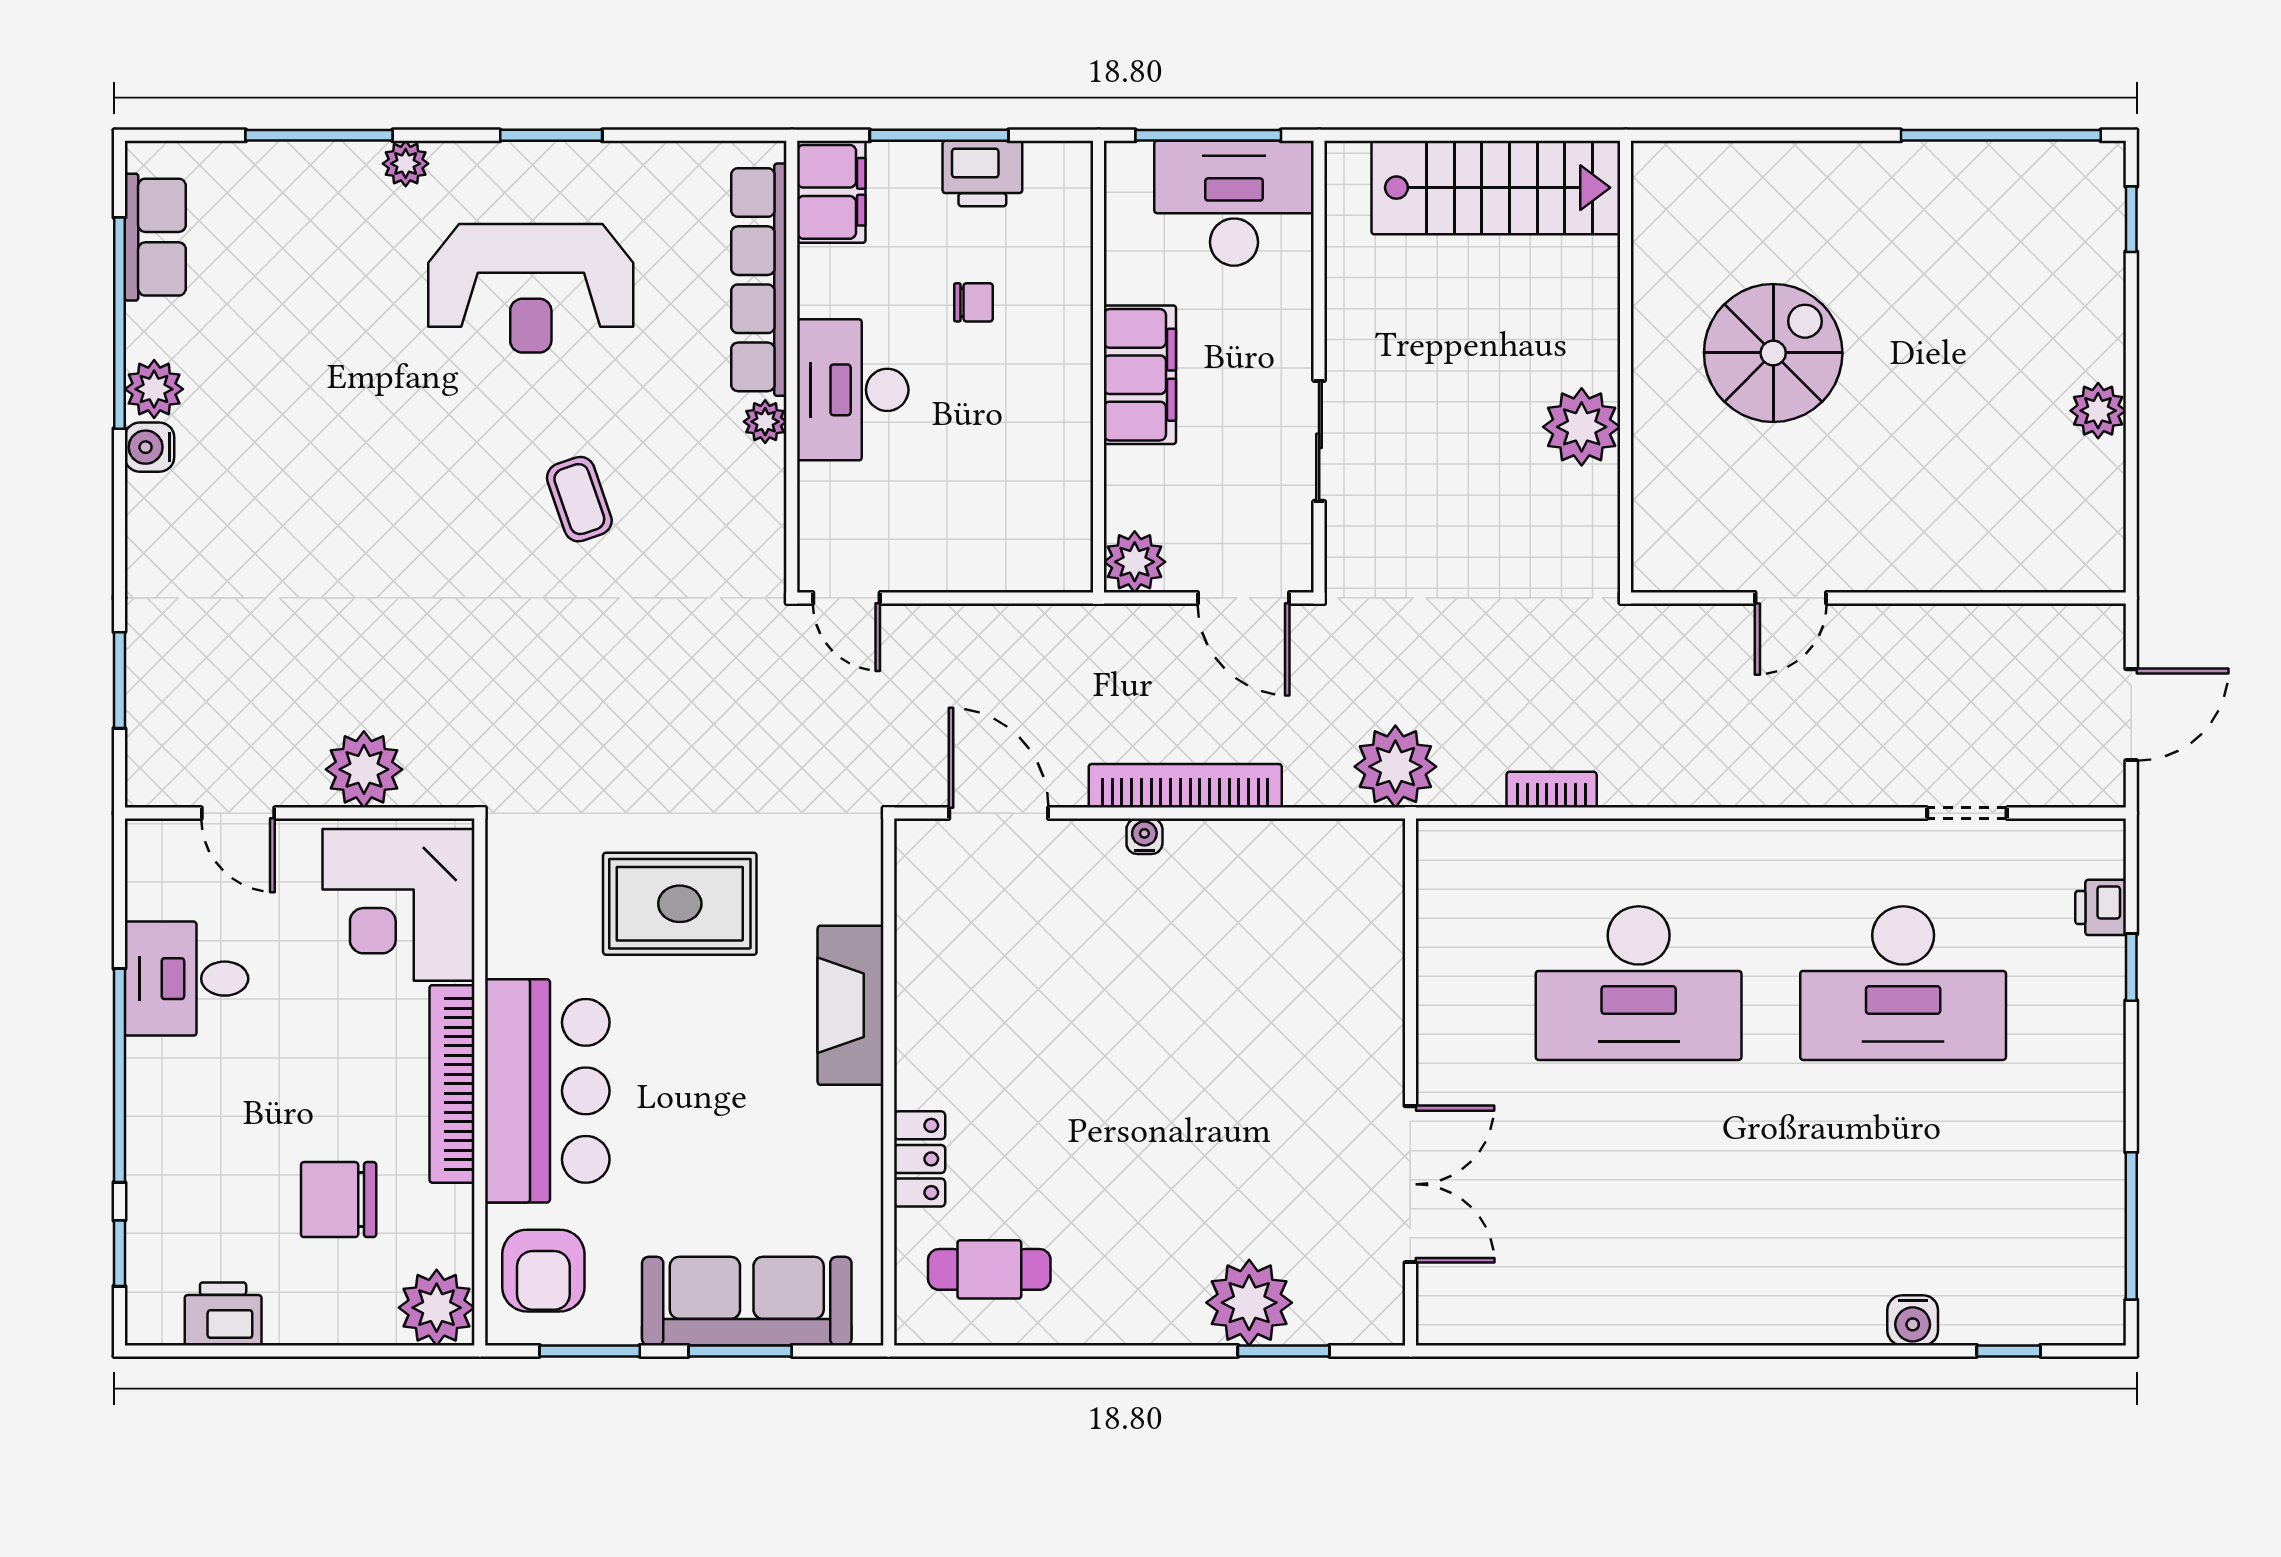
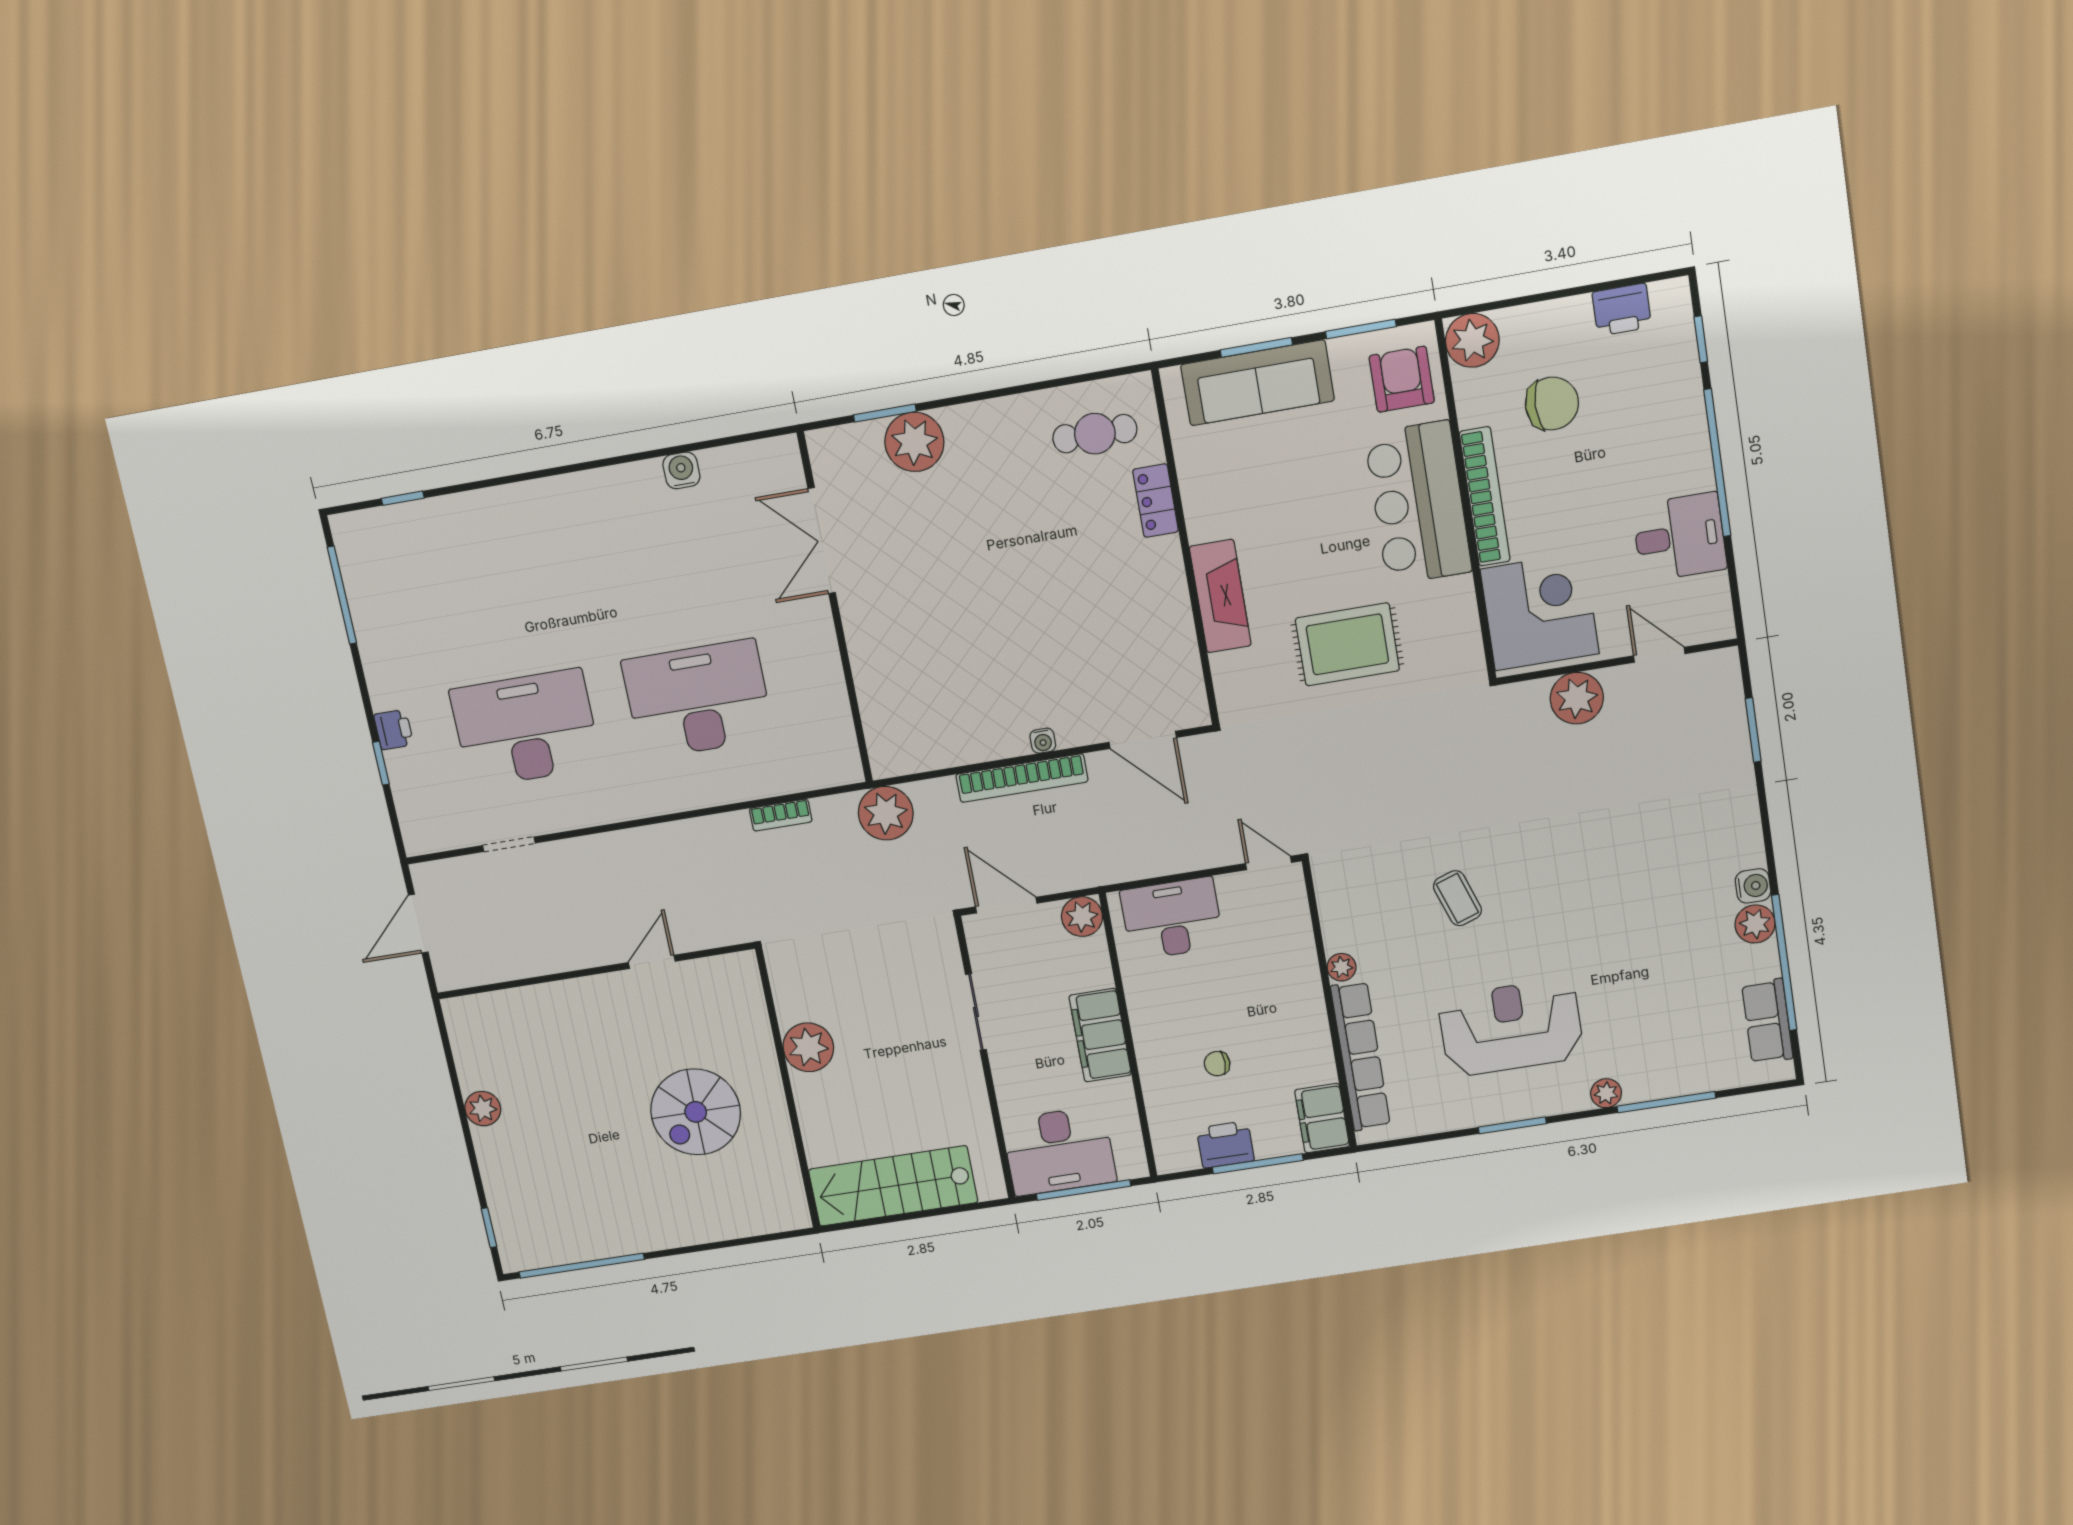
desk: (853, 390) -> (1172, 919), moved, turned -90
printer: (2101, 907) -> (394, 730), moved
water cooler: (1913, 1320) -> (681, 470), moved

